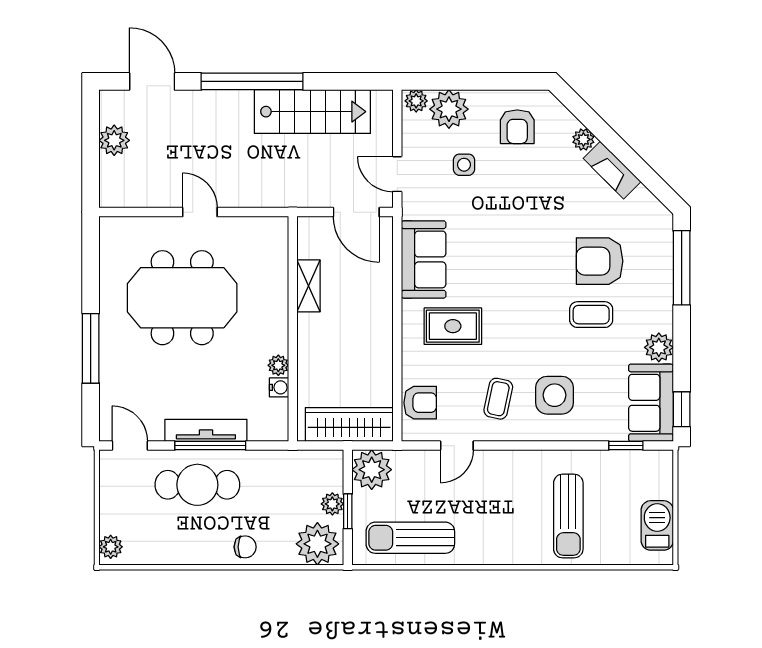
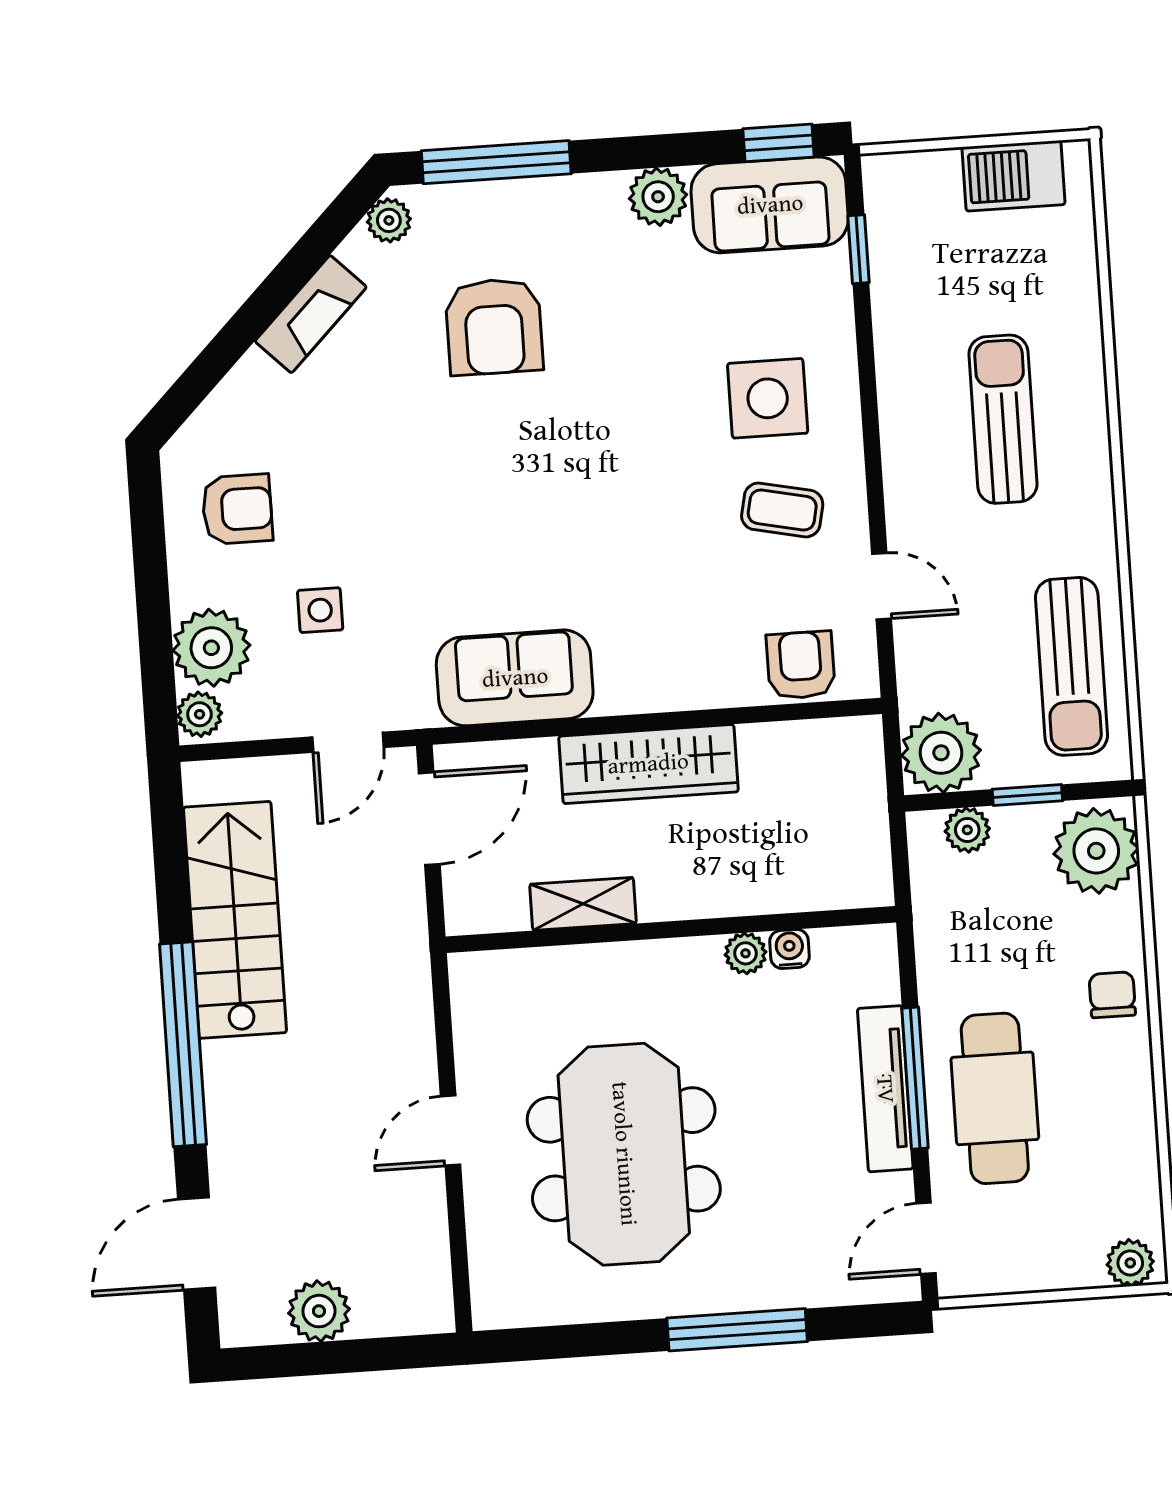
plant: (583, 139) -> (389, 220), moved
coffee table: (591, 315) -> (602, 336), removed
rug: (453, 326) -> (644, 610), removed
wardrobe: (349, 425) -> (648, 764), moved, turned -90
plant: (332, 504) -> (967, 830), moved
sun lounger: (568, 516) -> (1003, 419), moved, turned -90

